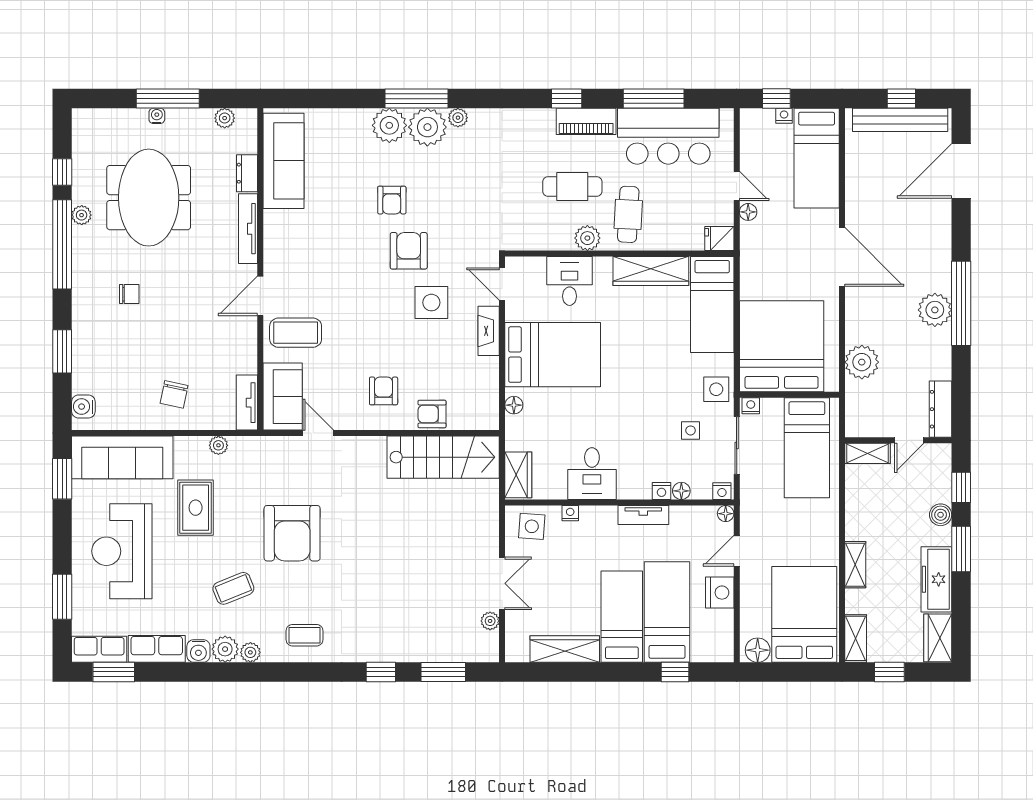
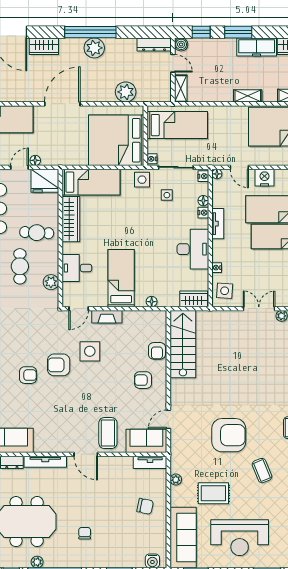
wardrobe: (938, 226) -> (44, 46), added
plant: (587, 238) -> (51, 282), moved
fridge: (719, 239) -> (45, 181), width x1.88, depth x1.34
bed: (553, 355) -> (121, 278), width x0.67
desk: (592, 474) -> (193, 249), width x1.37
boiler: (941, 515) -> (181, 44), moved

